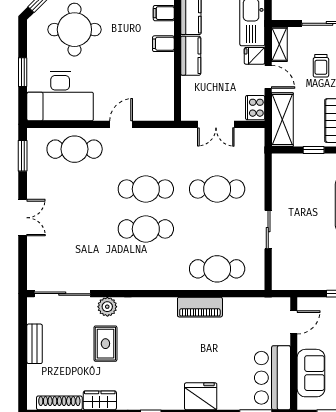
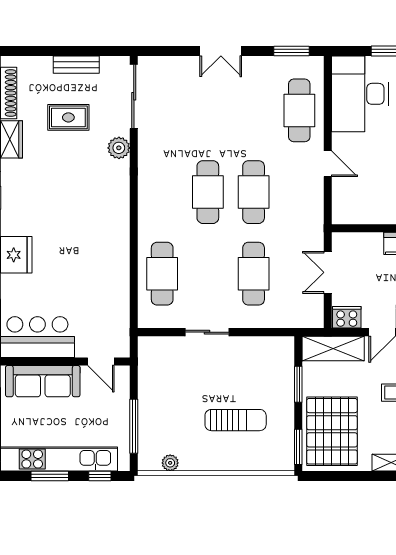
window: (314, 150) -> (298, 384), width x1.50
piano: (200, 307) -> (118, 254), removed
rug: (105, 344) -> (68, 117), moved
sofa: (311, 373) -> (43, 381), width x1.36

